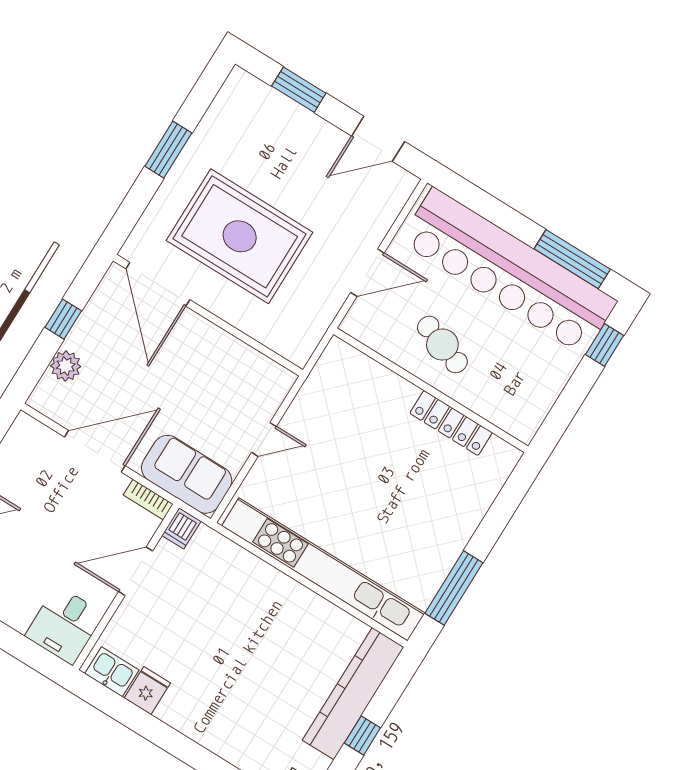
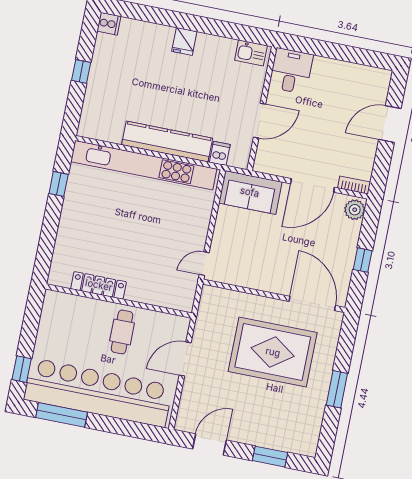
cafe table: (442, 345) -> (122, 332), turned 70
plant: (66, 366) -> (355, 210), moved
door: (264, 439) -> (204, 264), moved
bookcase: (148, 500) -> (354, 185), moved
dishwasher: (181, 528) -> (220, 153), moved
window: (454, 588) -> (59, 184), width x0.46
fridge: (147, 691) -> (184, 41), moved
kitchen counter: (353, 694) -> (167, 142), moved, turned -90

